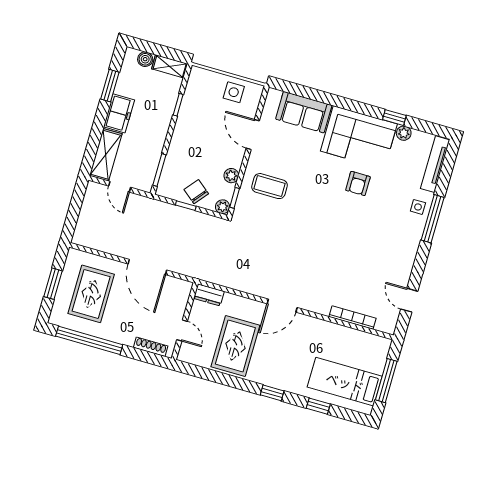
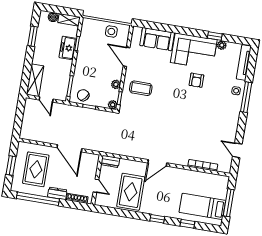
freezer: (119, 113) -> (68, 48), moved, turned 180
chair: (196, 192) -> (83, 95), moved
dresser: (121, 336) -> (57, 193), added

